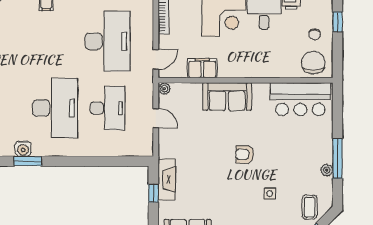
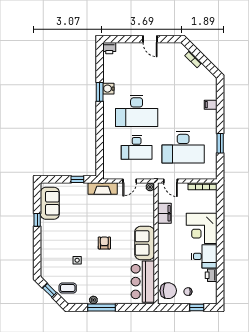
sofa: (227, 97) -> (145, 243), moved
fireplace: (167, 179) -> (103, 189), moved

